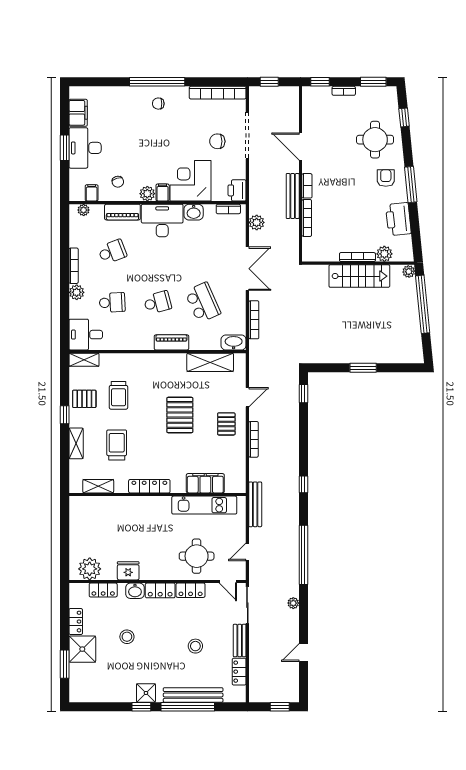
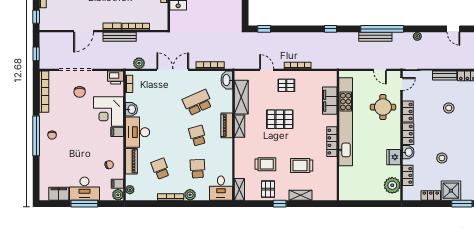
window: (65, 148) -> (84, 204), width x1.44
plant: (147, 194) -> (118, 195), moved
shelving: (98, 486) -> (239, 126), moved
bench: (255, 504) -> (375, 37), moved
kitchen unit: (204, 505) -> (346, 122), width x1.86

